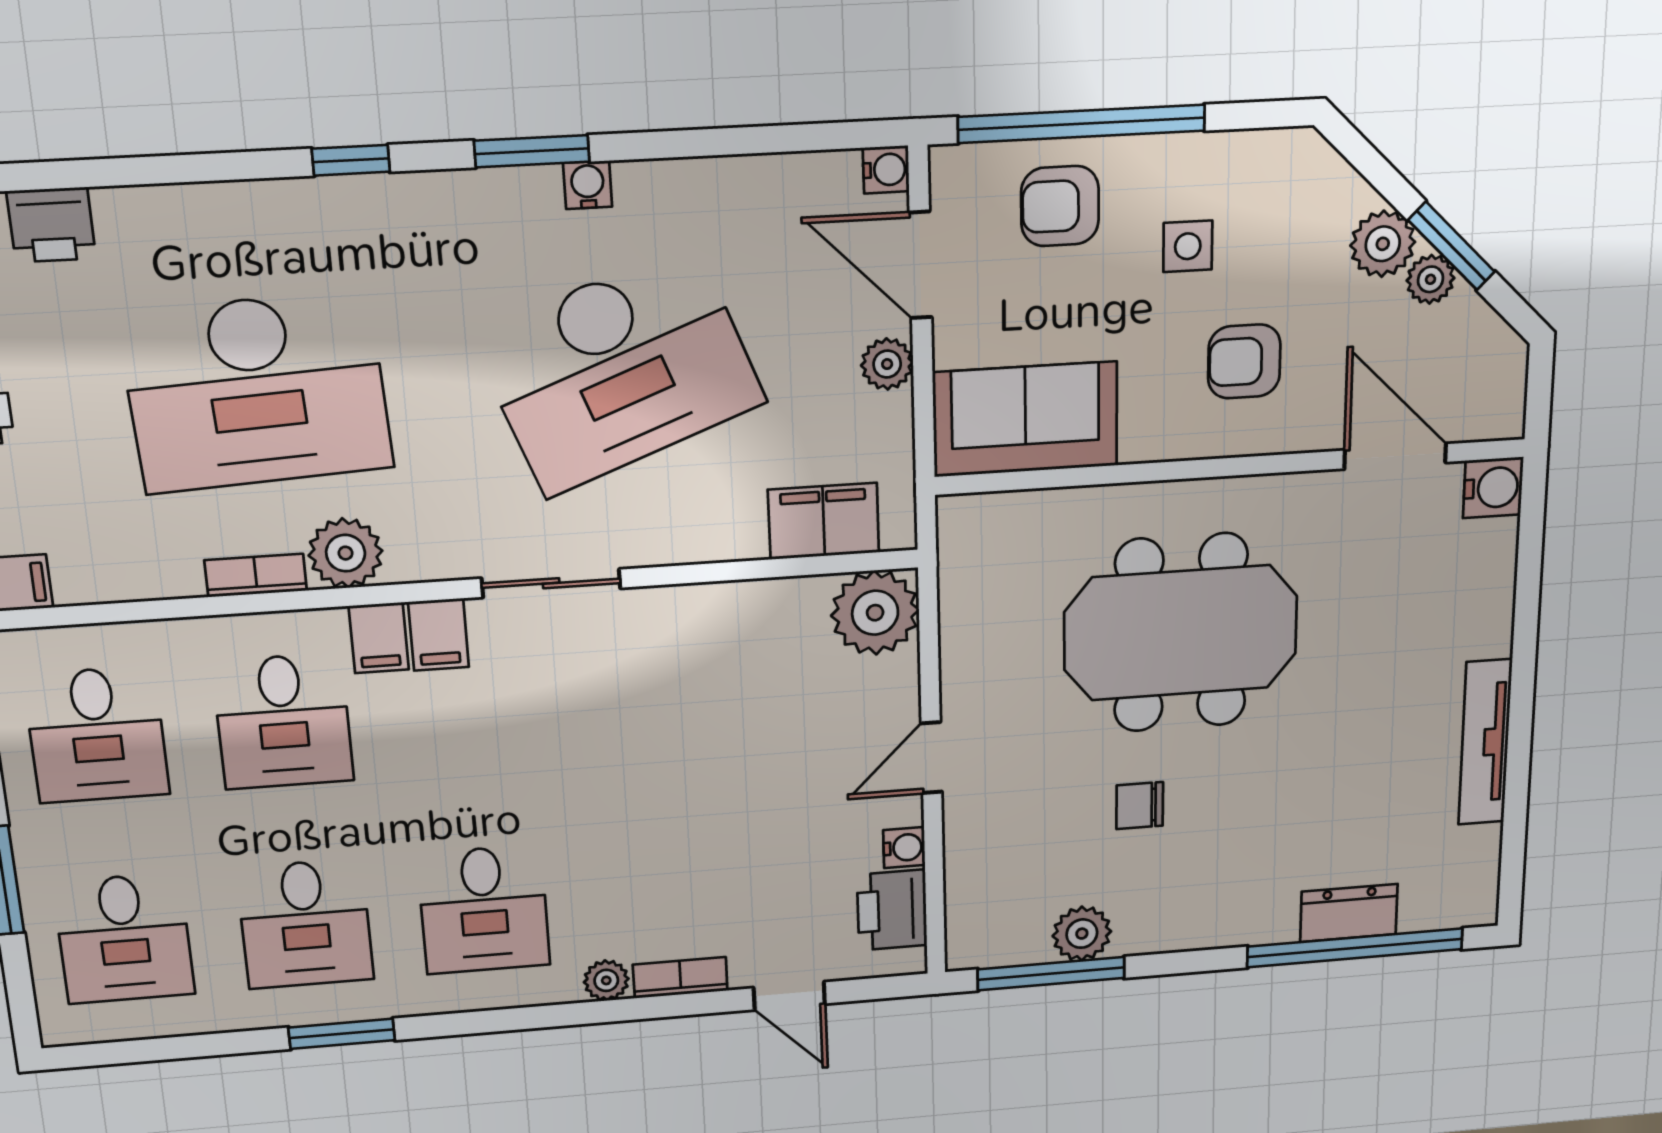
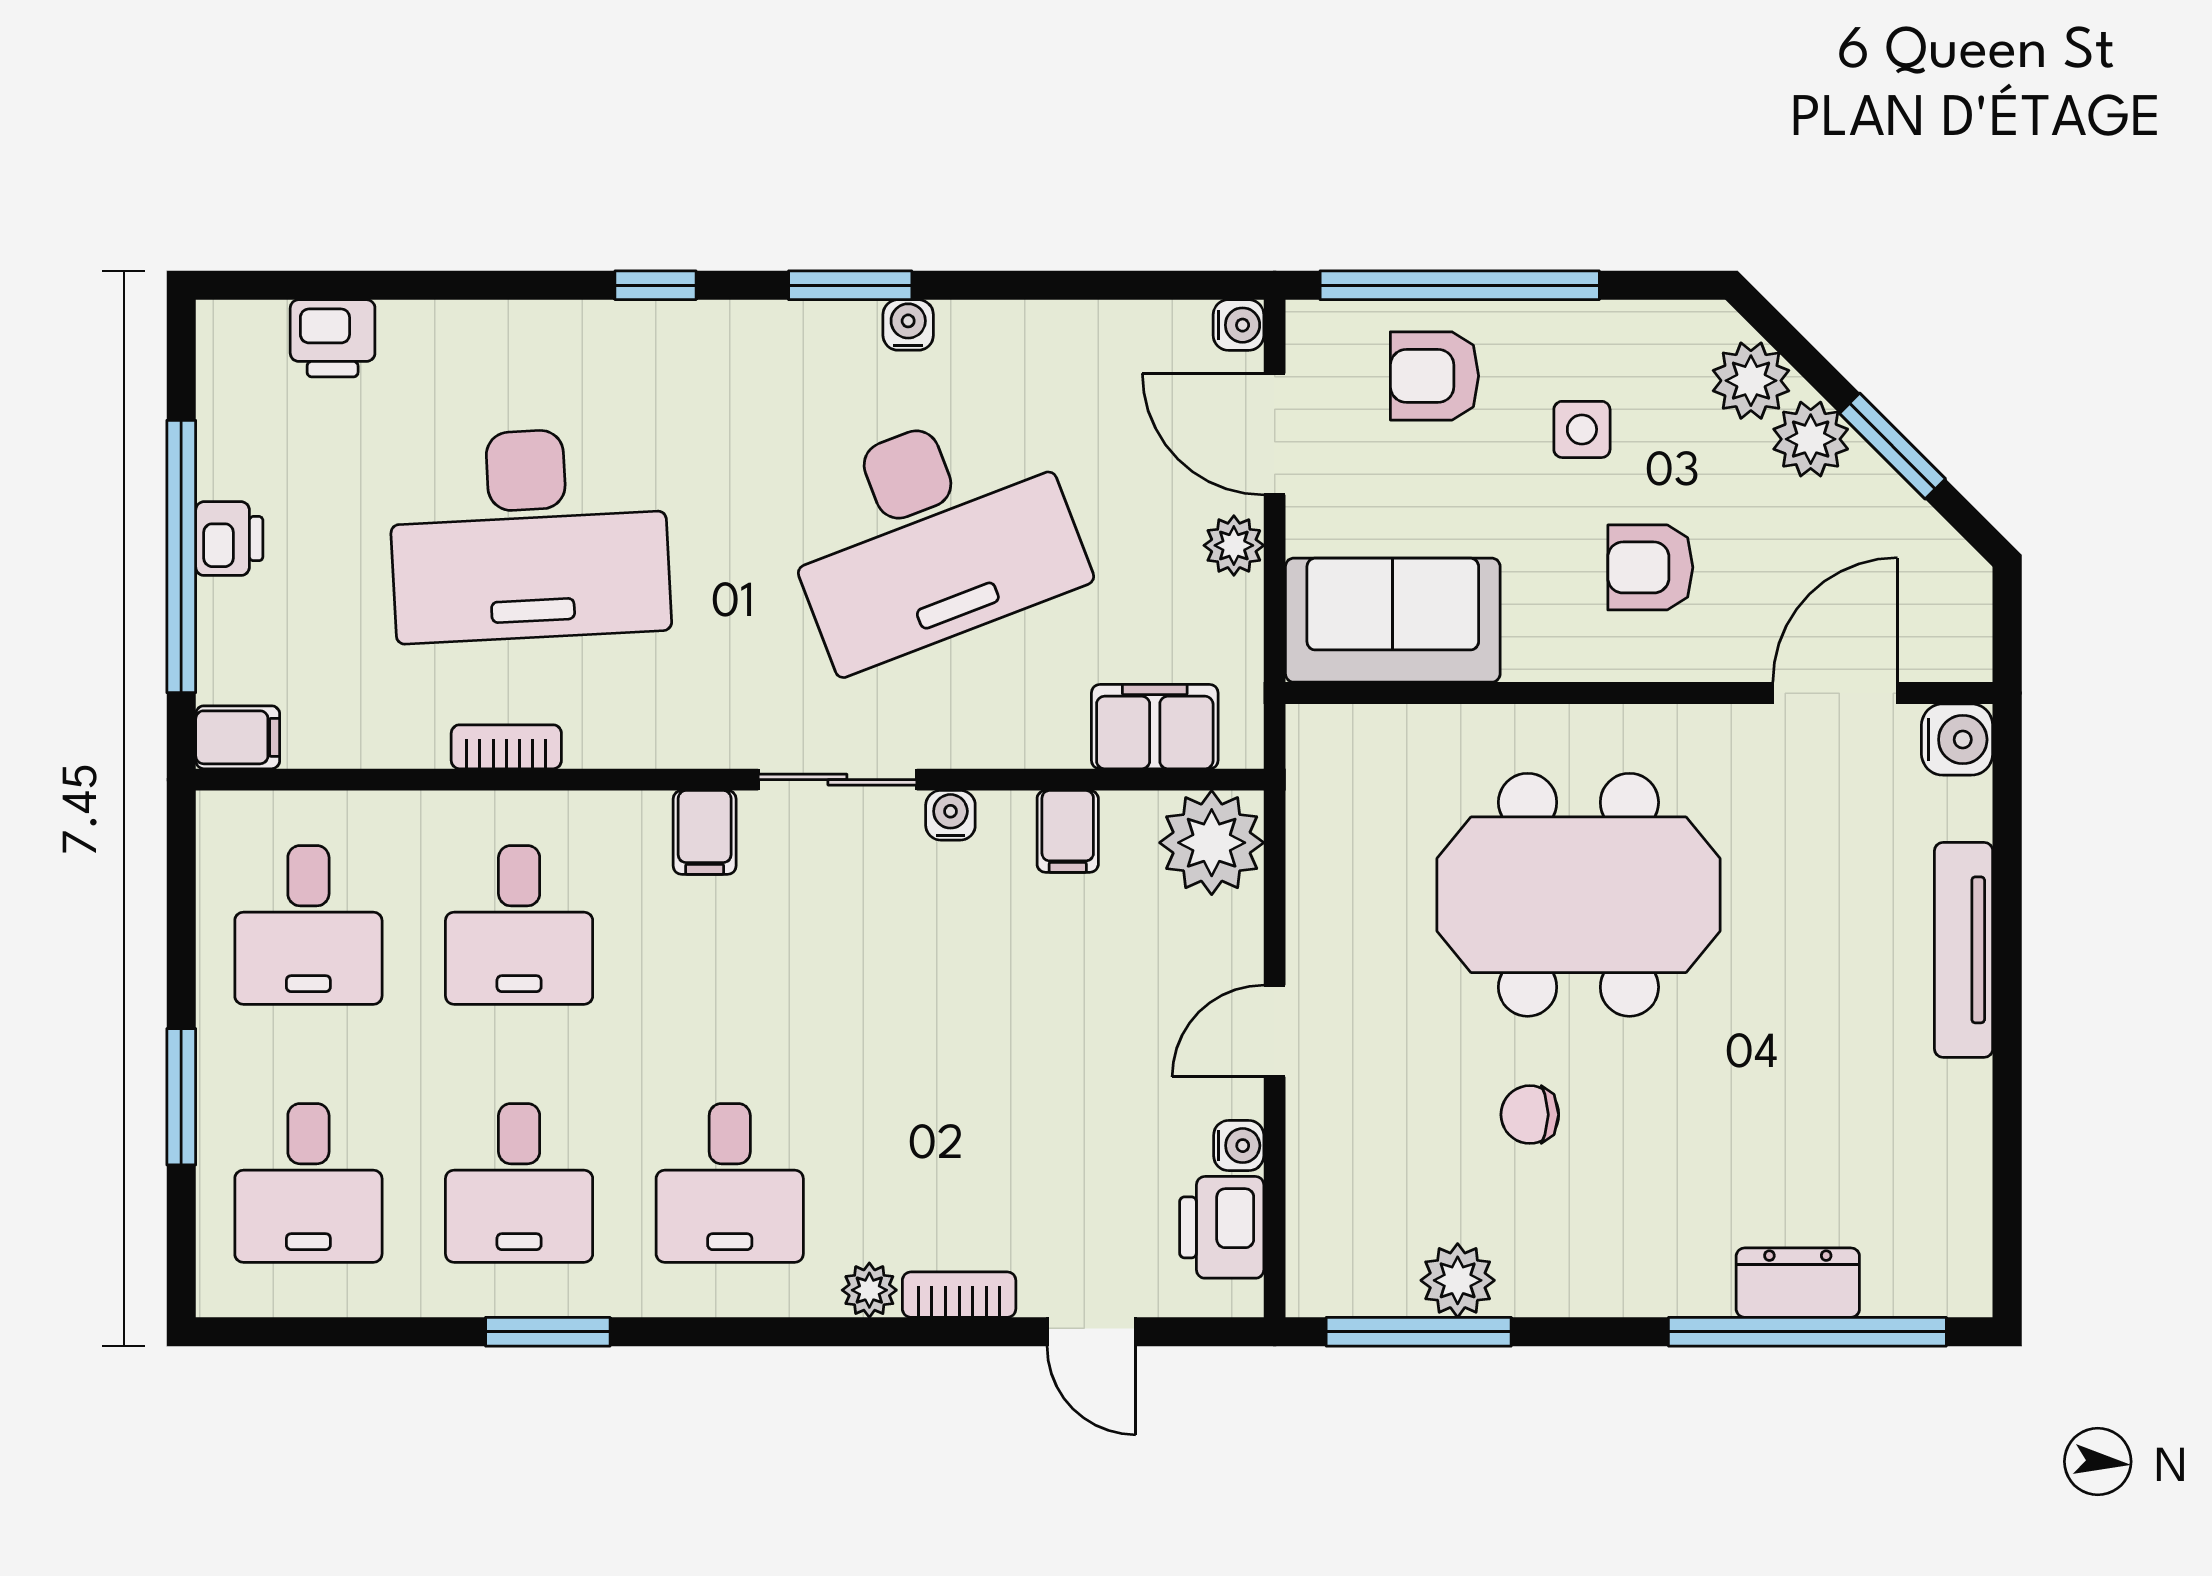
plant: (1430, 279) -> (1751, 381), moved, width x1.38, depth x1.38
door: (1395, 456) -> (1835, 693), hinge flipped
plant: (346, 553) -> (609, 727), removed
water cooler: (651, 606) -> (950, 815), added
filing cabinet: (379, 638) -> (1068, 831), moved
tv unit: (1485, 742) -> (1964, 950), moved

